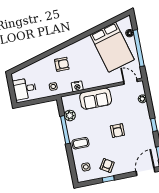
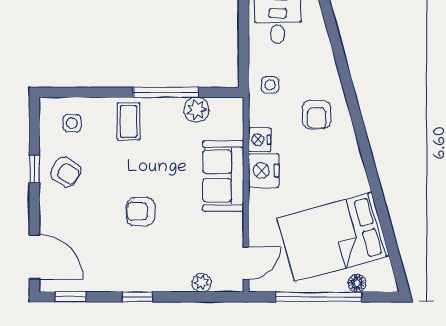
nightstand: (90, 82) -> (264, 170), added

